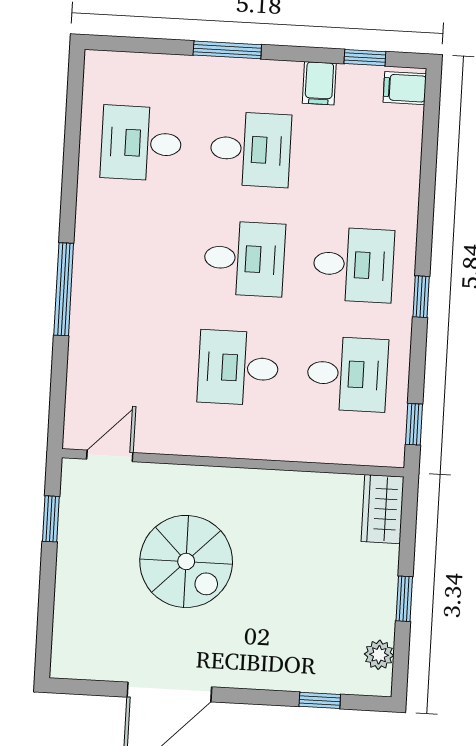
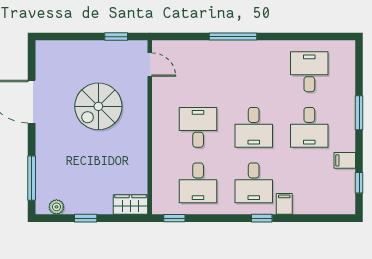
filing cabinet: (405, 88) -> (284, 204), moved
window: (421, 297) -> (262, 218), moved
window: (320, 700) -> (32, 178), width x2.17

